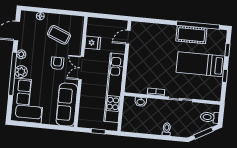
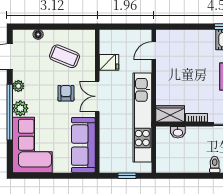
wardrobe: (136, 87) -> (170, 114), added

